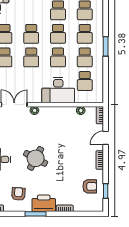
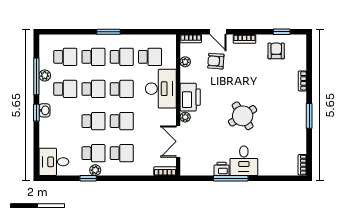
round table: (36, 158) -> (243, 116), turned 30
armchair: (18, 194) -> (216, 61), moved
printer: (44, 203) -> (190, 97), moved, turned 180

